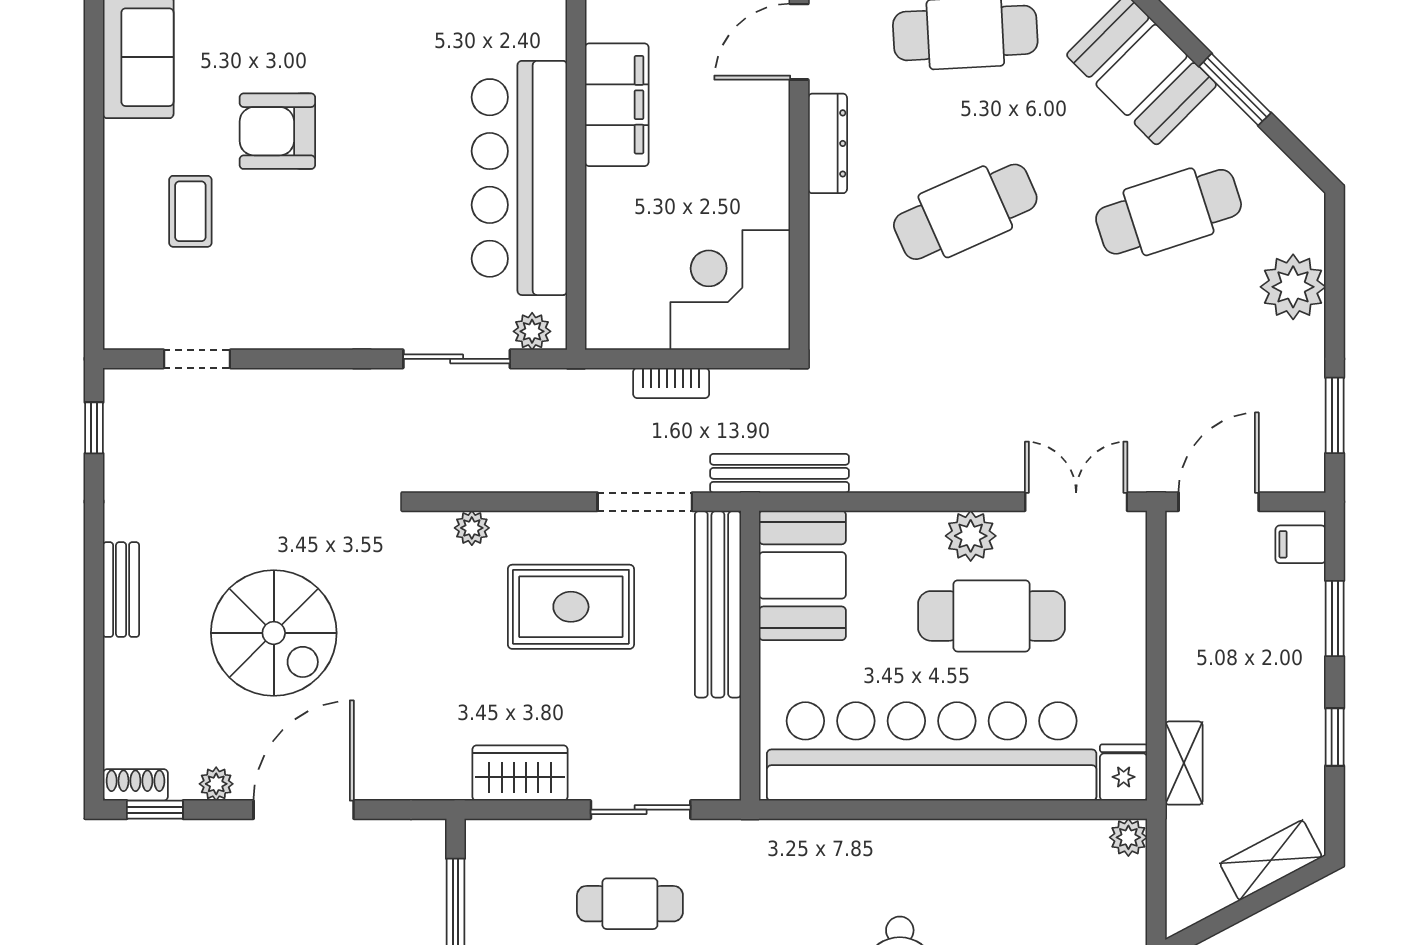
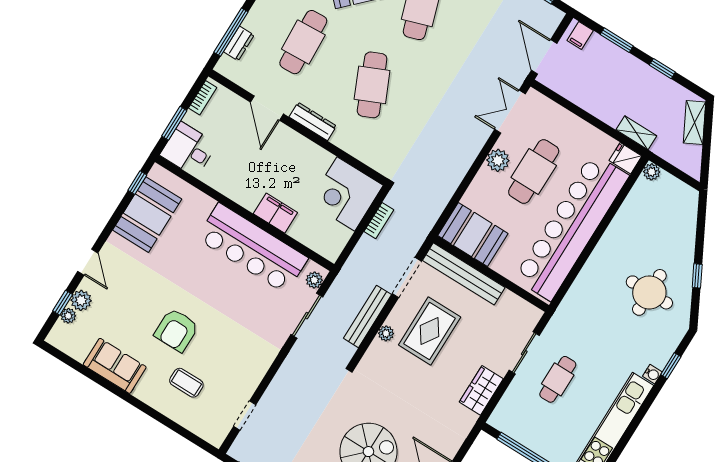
filing cabinet: (617, 105) -> (275, 213), moved, width x0.67, depth x0.86
bookcase: (671, 383) -> (379, 221), moved
bench: (780, 473) -> (367, 316), moved
plant: (472, 528) -> (386, 333), moved

